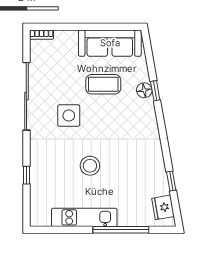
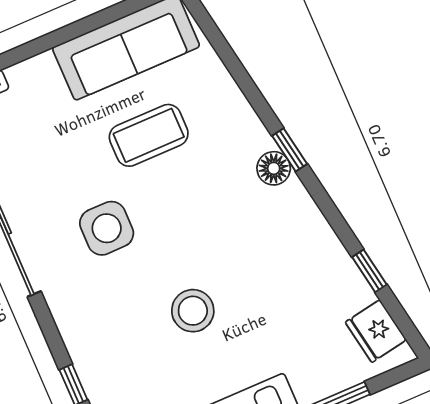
floor lamp: (144, 90) -> (274, 168), moved
window: (155, 91) -> (290, 150), moved

